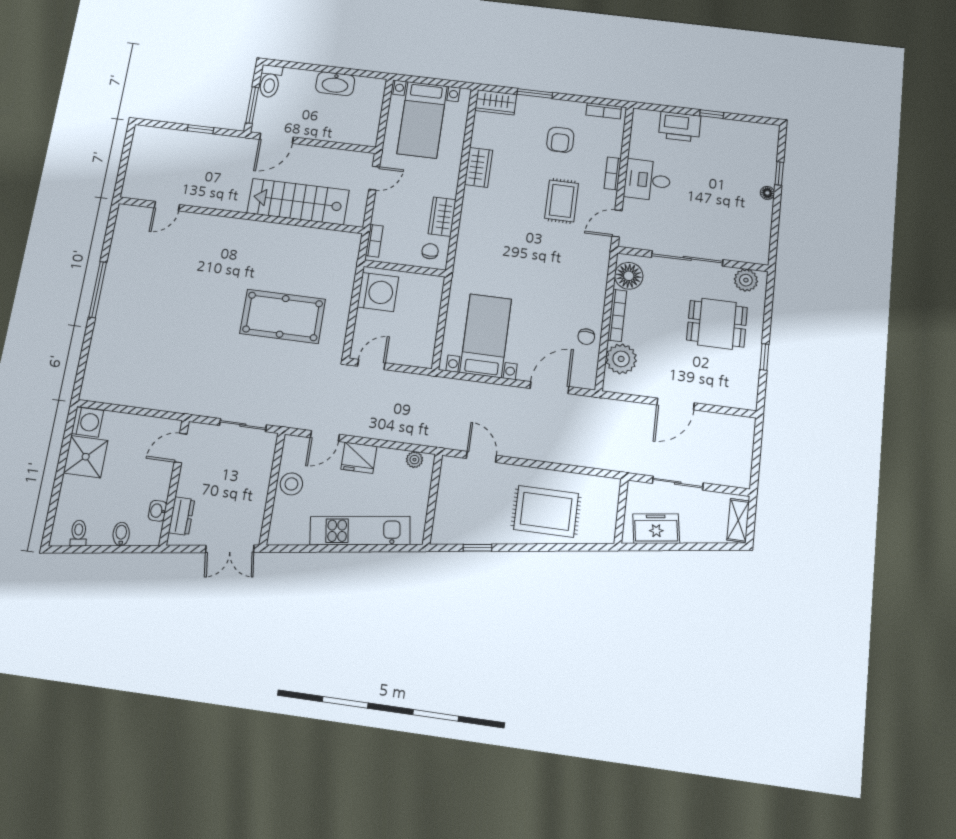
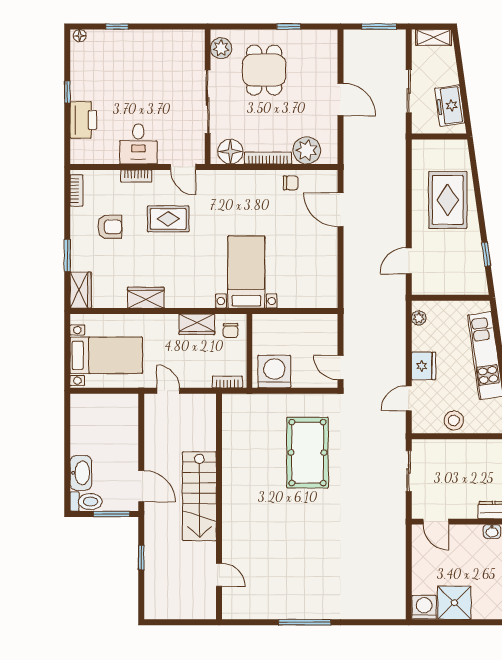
washbasin: (335, 84) -> (81, 473), moved
floor lamp: (767, 193) -> (80, 36), moved
stairs: (298, 202) -> (199, 496), moved
chair: (430, 251) -> (231, 331), turned -90
bed with nightstands: (486, 336) -> (246, 272), moved, turned 90
door: (325, 436) -> (409, 398), swing flipped
window: (756, 459) -> (379, 27), added

